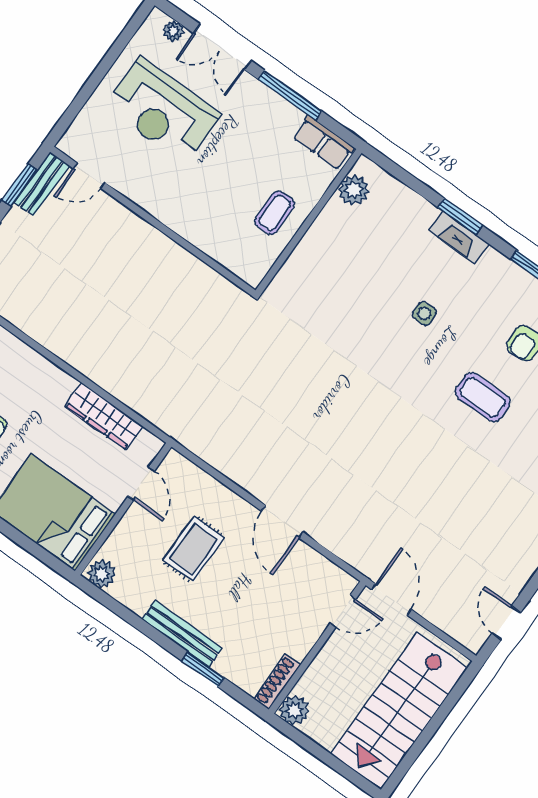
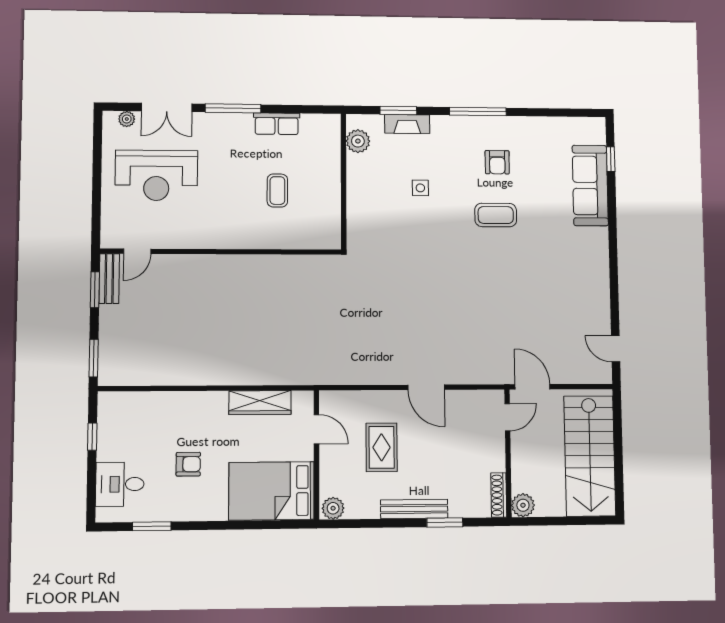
plant: (354, 190) -> (358, 141), moved
wall: (309, 222) -> (344, 181), moved

